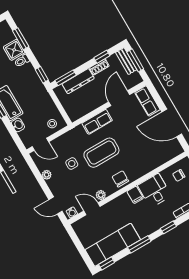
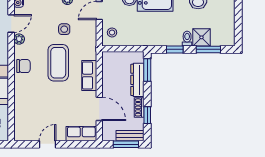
window: (42, 75) -> (175, 49), moved
door: (172, 123) -> (48, 144), width x0.53

